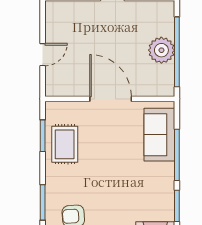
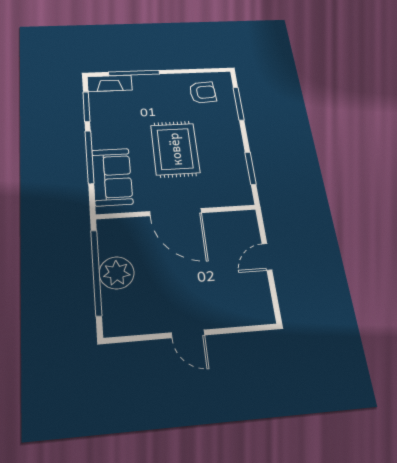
rug: (65, 144) -> (175, 149), moved, width x1.36, depth x1.43

